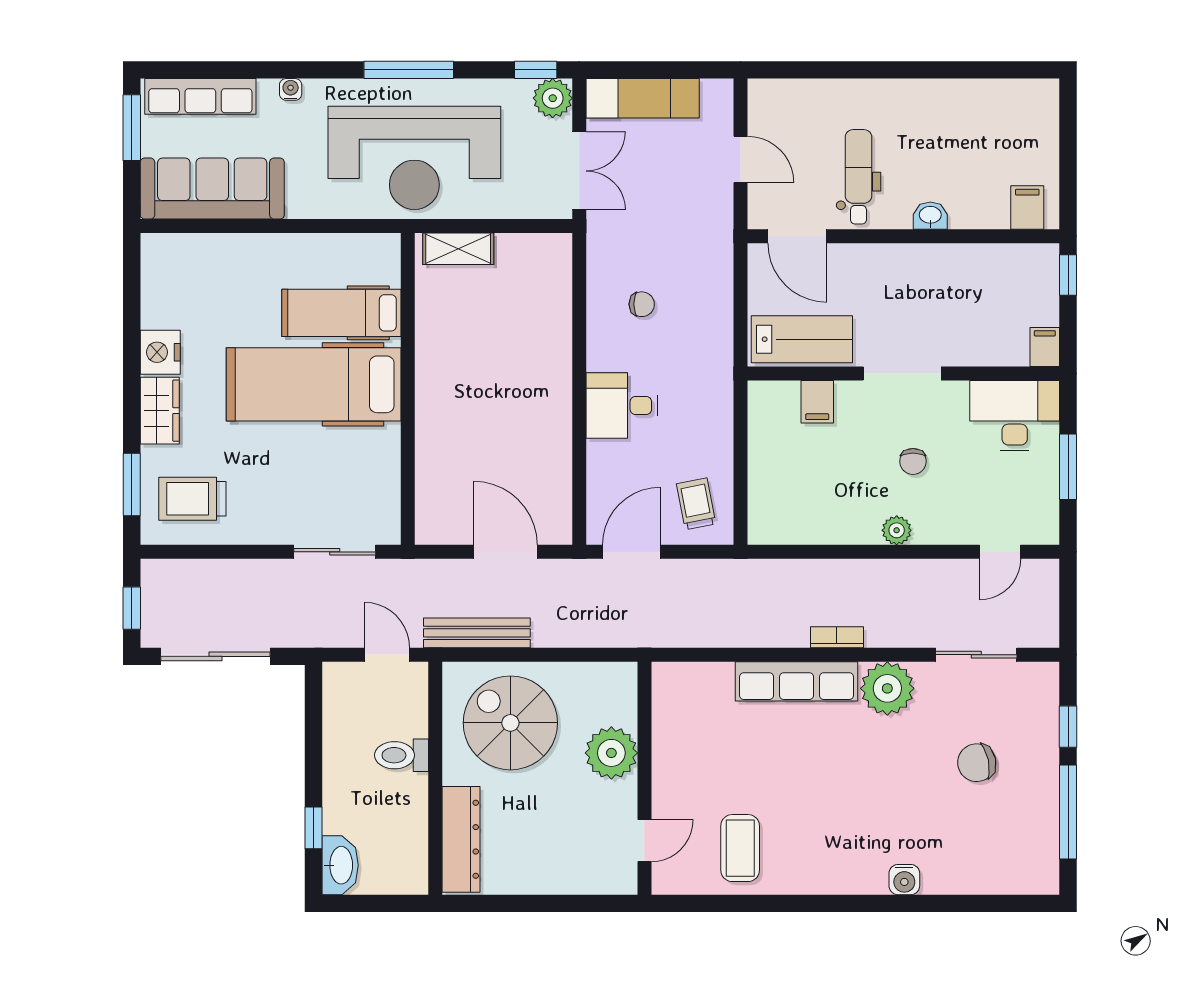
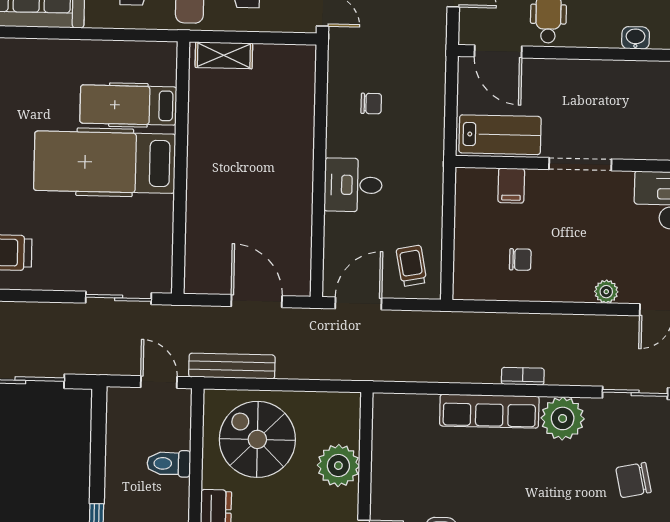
washbasin: (930, 216) -> (636, 38), moved
chair: (913, 461) -> (520, 260), moved, turned -90
plant: (897, 530) -> (606, 292), moved

